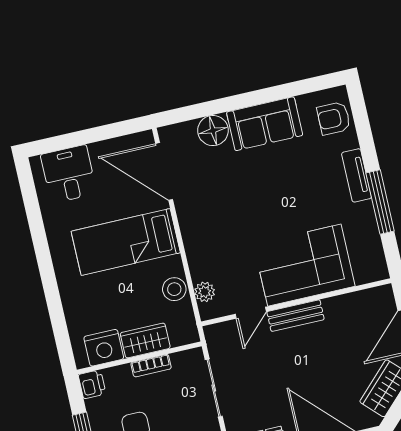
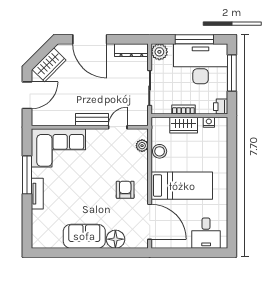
armchair: (334, 118) -> (125, 190), moved, turned -90
corner sofa: (304, 265) -> (58, 148), moved
nightstand: (104, 348) -> (209, 122), width x0.53, depth x0.56

